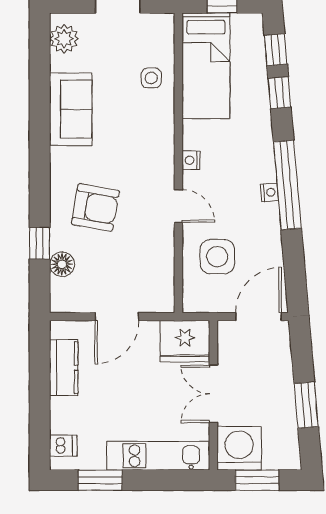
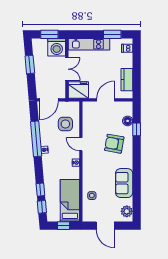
window: (287, 185) -> (36, 139), moved

